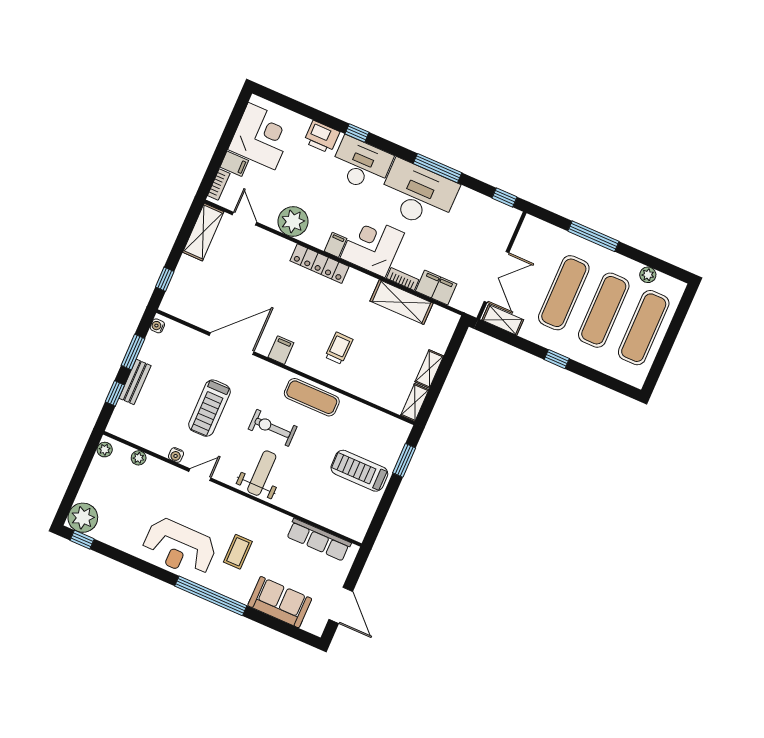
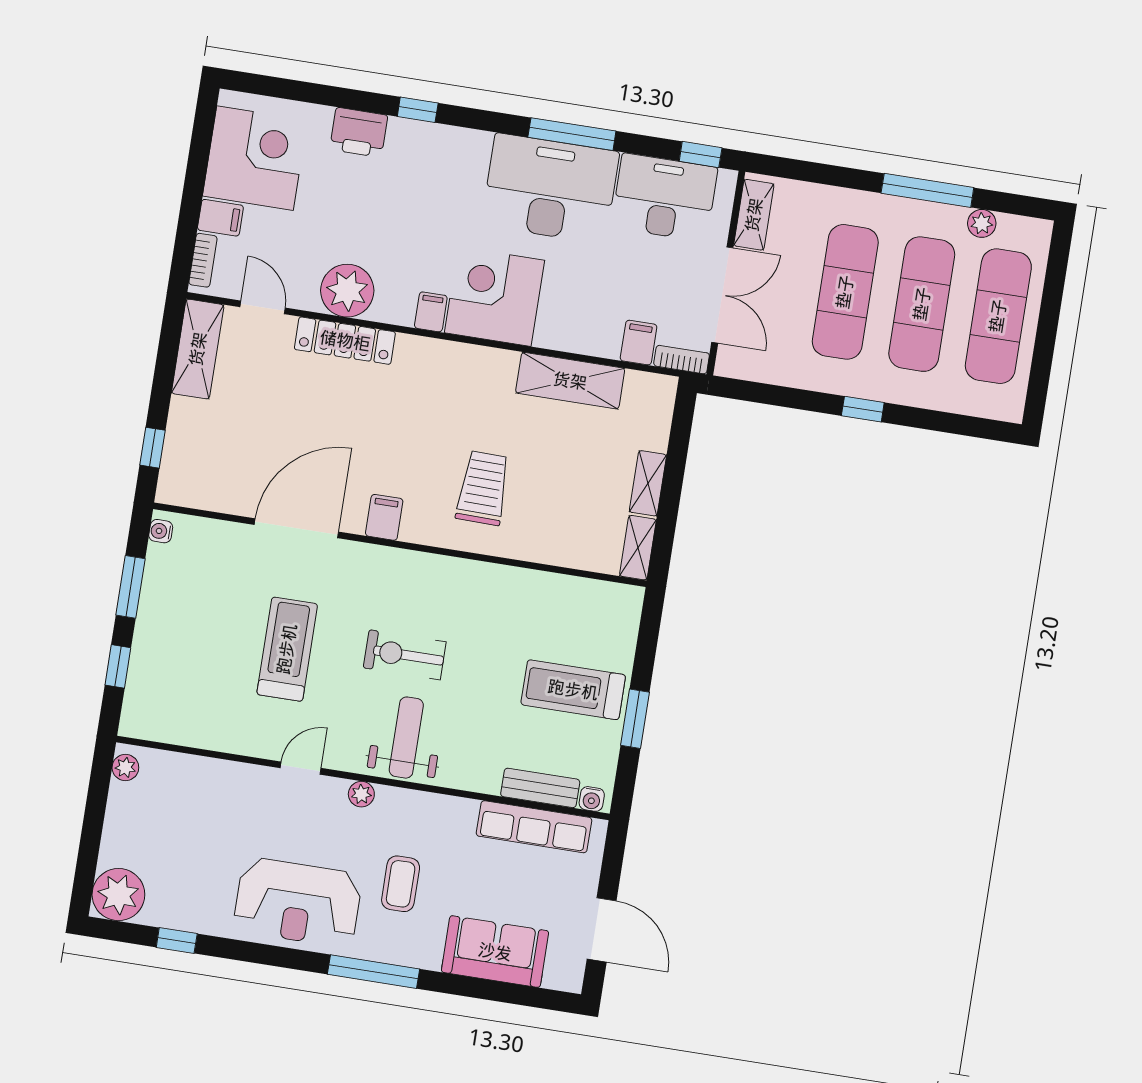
desk: (361, 164) -> (664, 197), moved
window: (593, 236) -> (927, 190), moved
locker: (319, 264) -> (345, 341), moved
bookcase: (403, 279) -> (682, 360), moved
filing cabinet: (436, 287) -> (639, 343), width x0.50
shelving: (503, 320) -> (754, 215), moved, turned 90
trolley: (339, 348) -> (483, 488), width x1.36, depth x1.39
bench: (135, 382) -> (540, 788), moved, turned 90
exercise mat: (312, 397) -> (458, 585), removed
treadmill: (209, 408) -> (287, 649), turned 180
water cooler: (176, 455) -> (592, 799), moved
plant: (139, 458) -> (361, 794), moved
window: (404, 460) -> (635, 719), moved
window: (82, 540) -> (177, 940), moved
window: (211, 596) -> (374, 972), width x0.68

